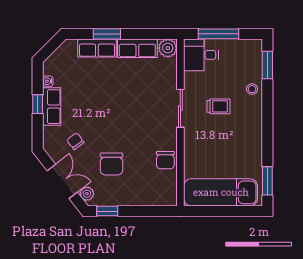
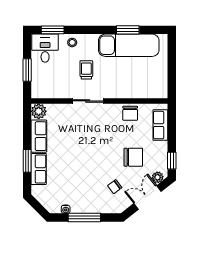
window: (218, 34) -> (27, 70), width x0.69
desk: (201, 55) -> (45, 48), moved, turned 180
window: (38, 104) -> (84, 218), width x2.17
row of seats: (52, 107) -> (160, 125), moved, turned -90
chair: (165, 160) -> (130, 113), turned 90
window: (267, 181) -> (128, 30), moved
exam couch: (221, 192) -> (129, 45), moved, turned -90

